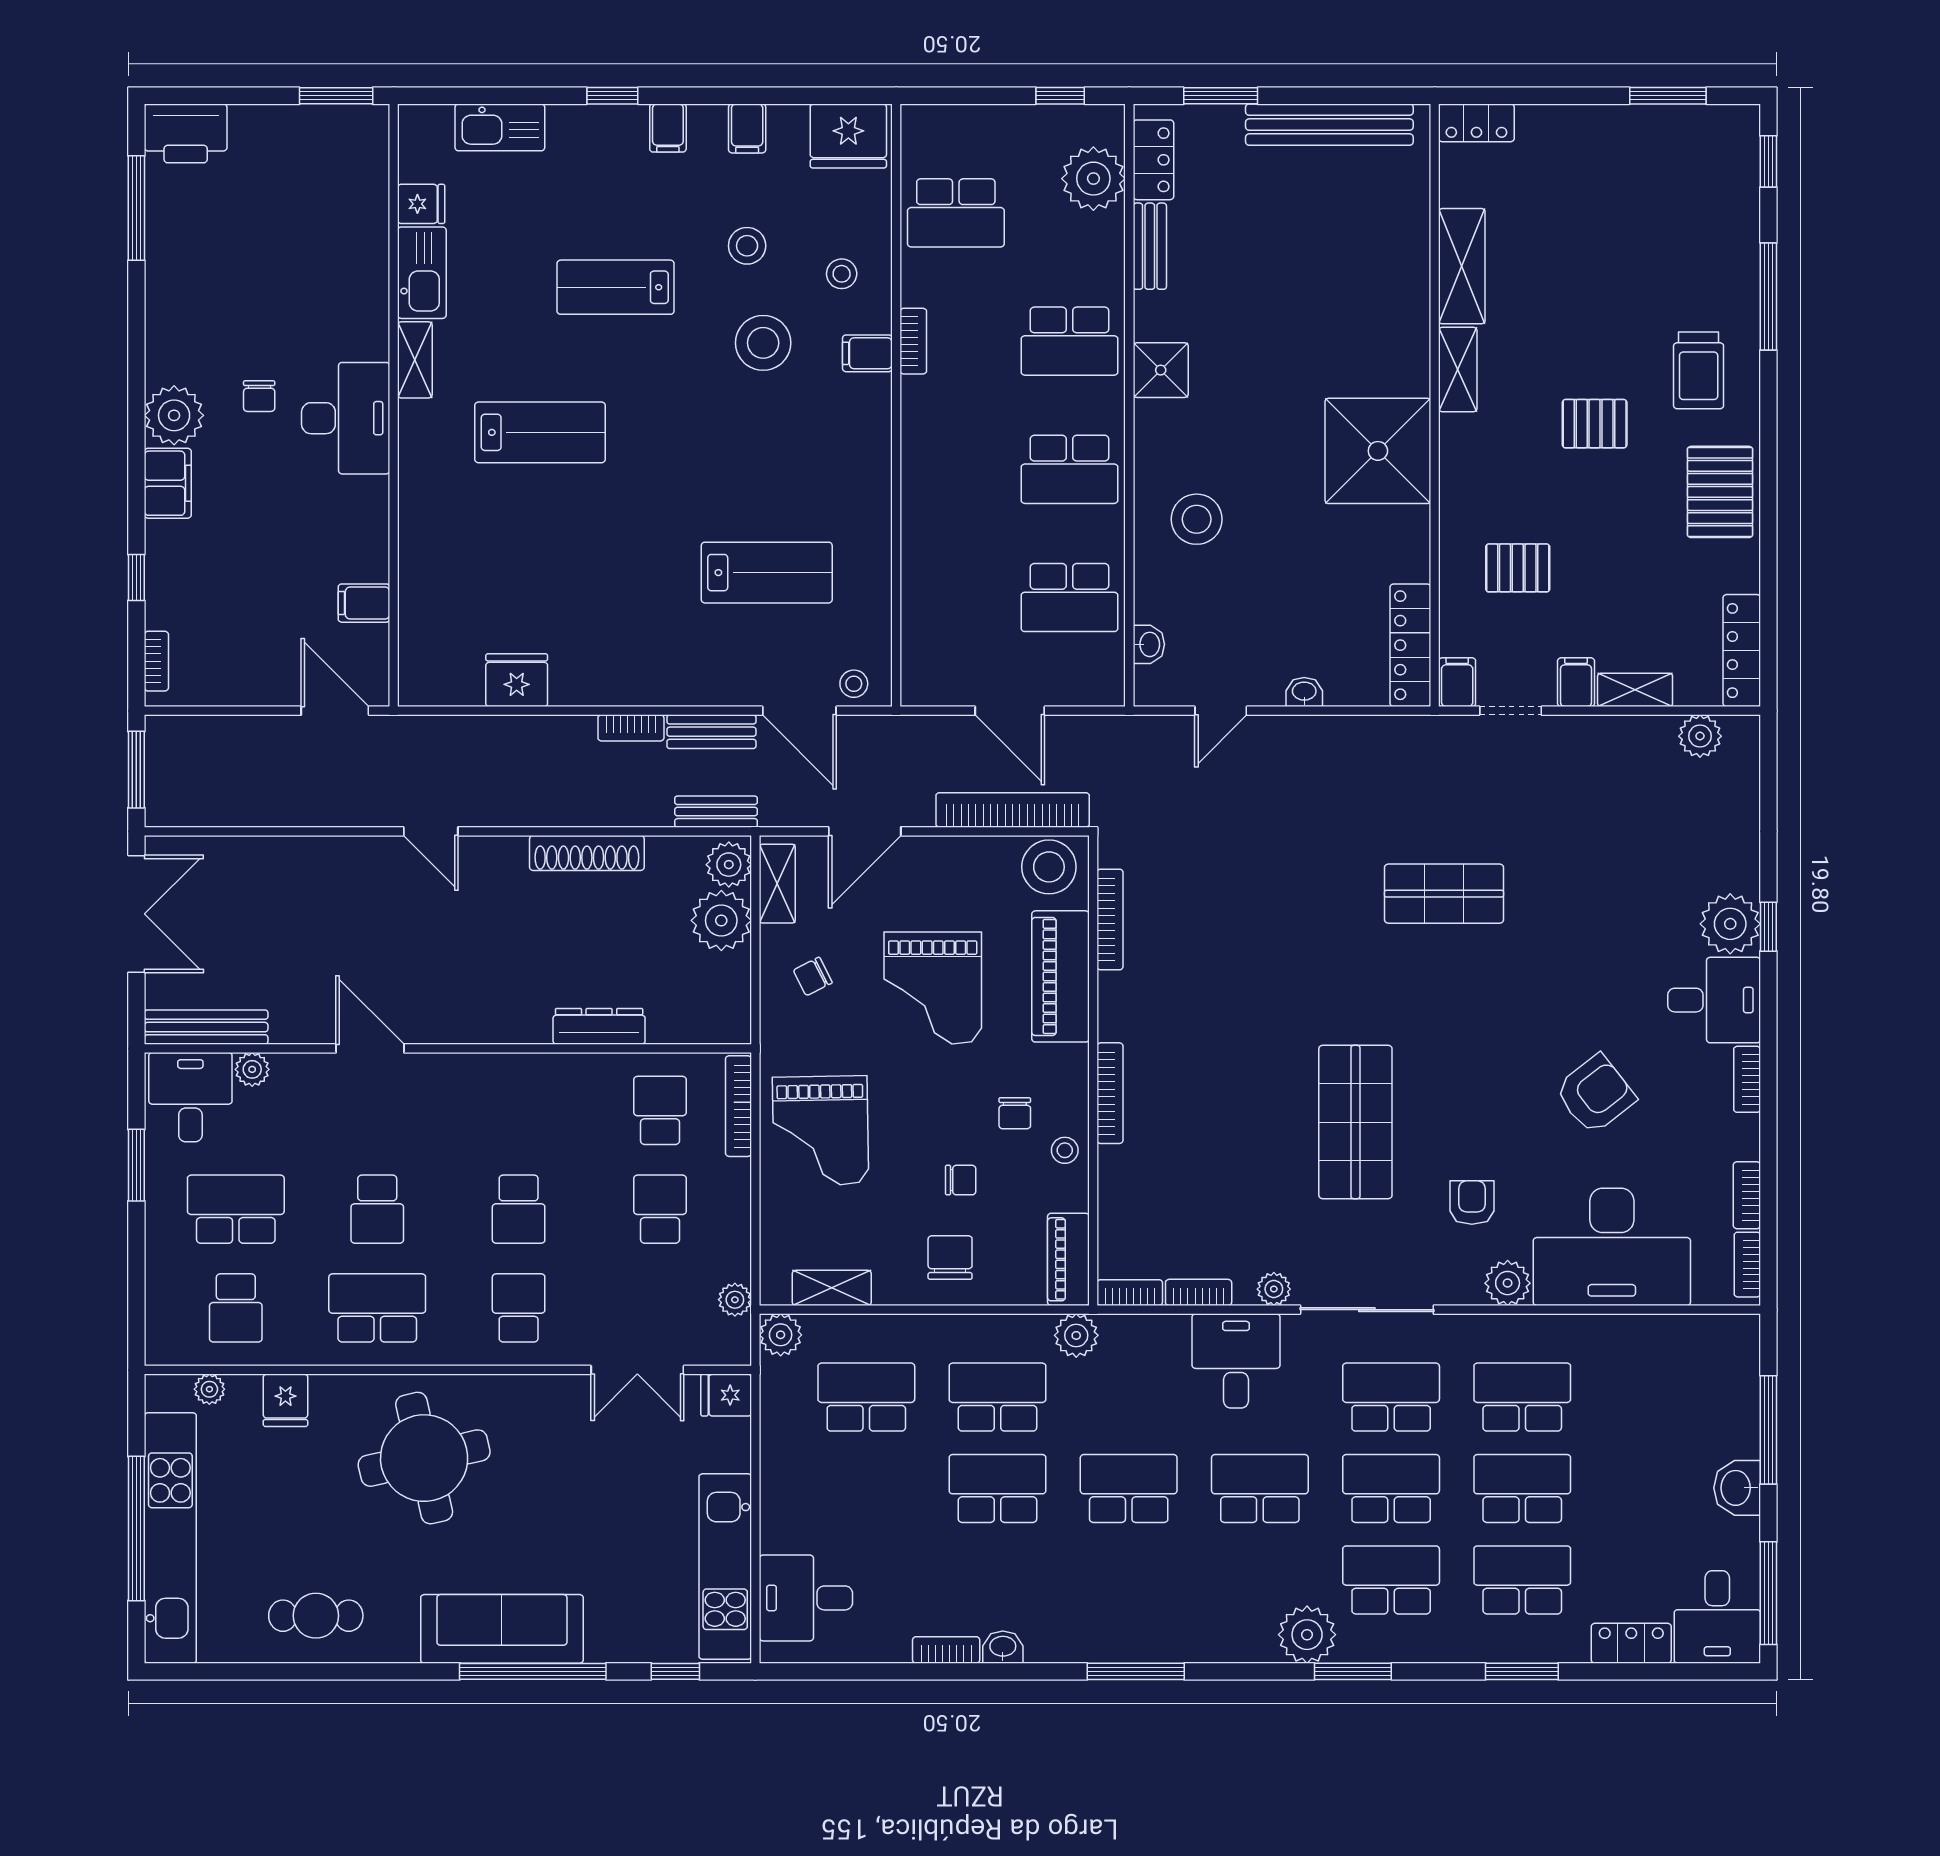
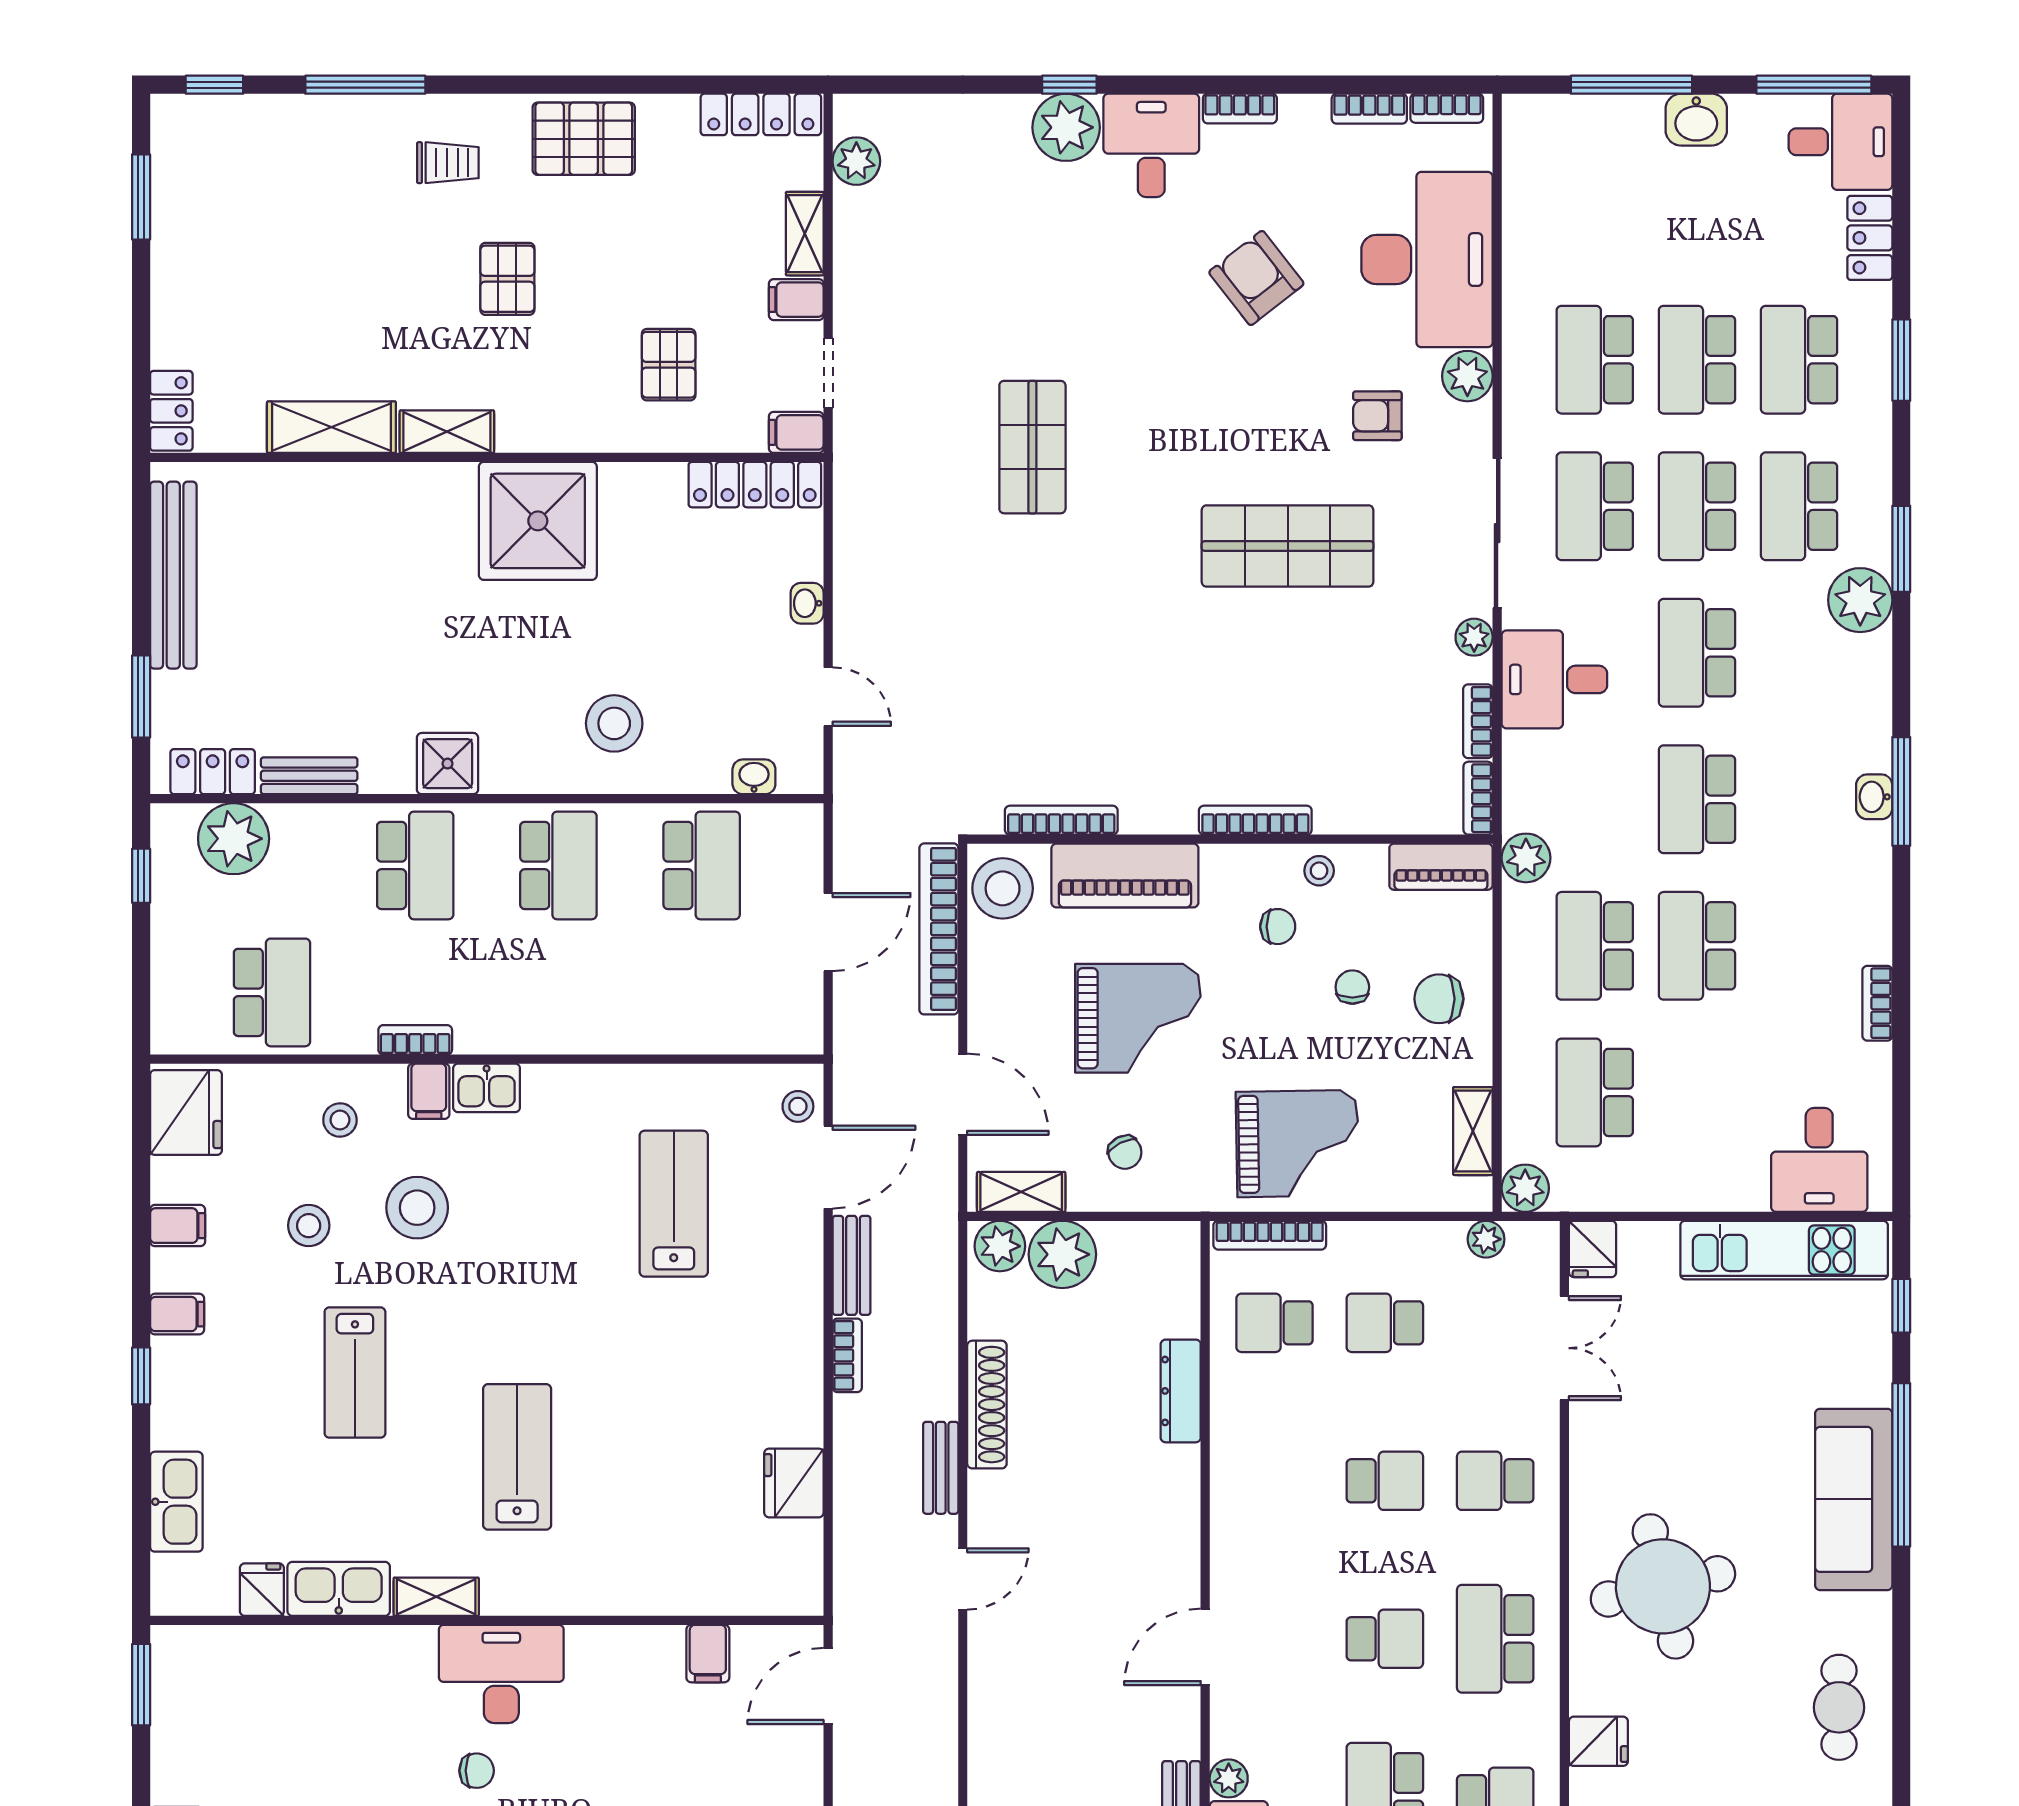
trolley: (1699, 370) -> (448, 163), width x0.73, depth x0.72
kitchen sink: (870, 405) -> (487, 1088), added
bench: (716, 812) -> (941, 1468), moved
washbasin: (1003, 1647) -> (1874, 797), moved

